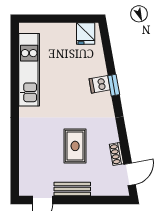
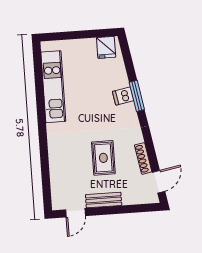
window: (114, 85) -> (137, 96), width x1.50
shoe rack: (116, 154) -> (143, 158), width x1.43

